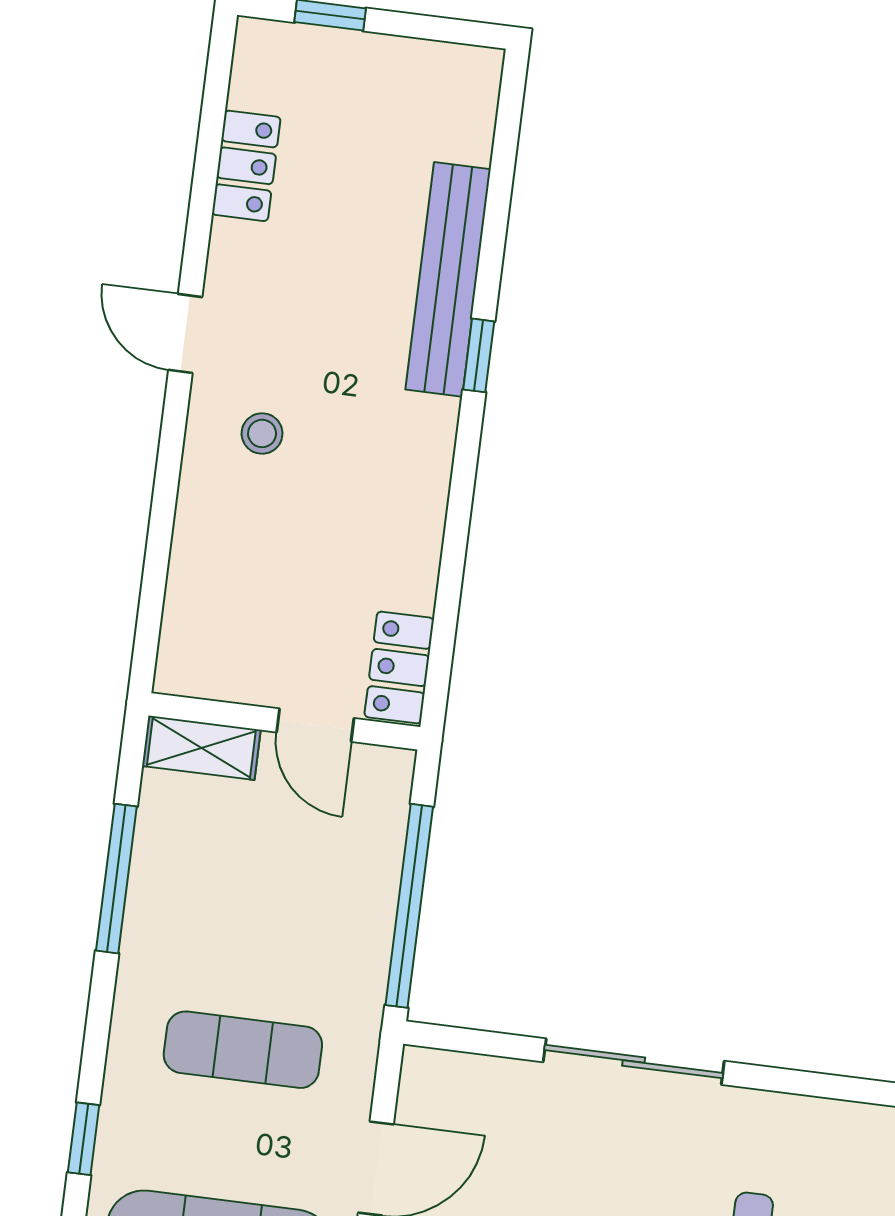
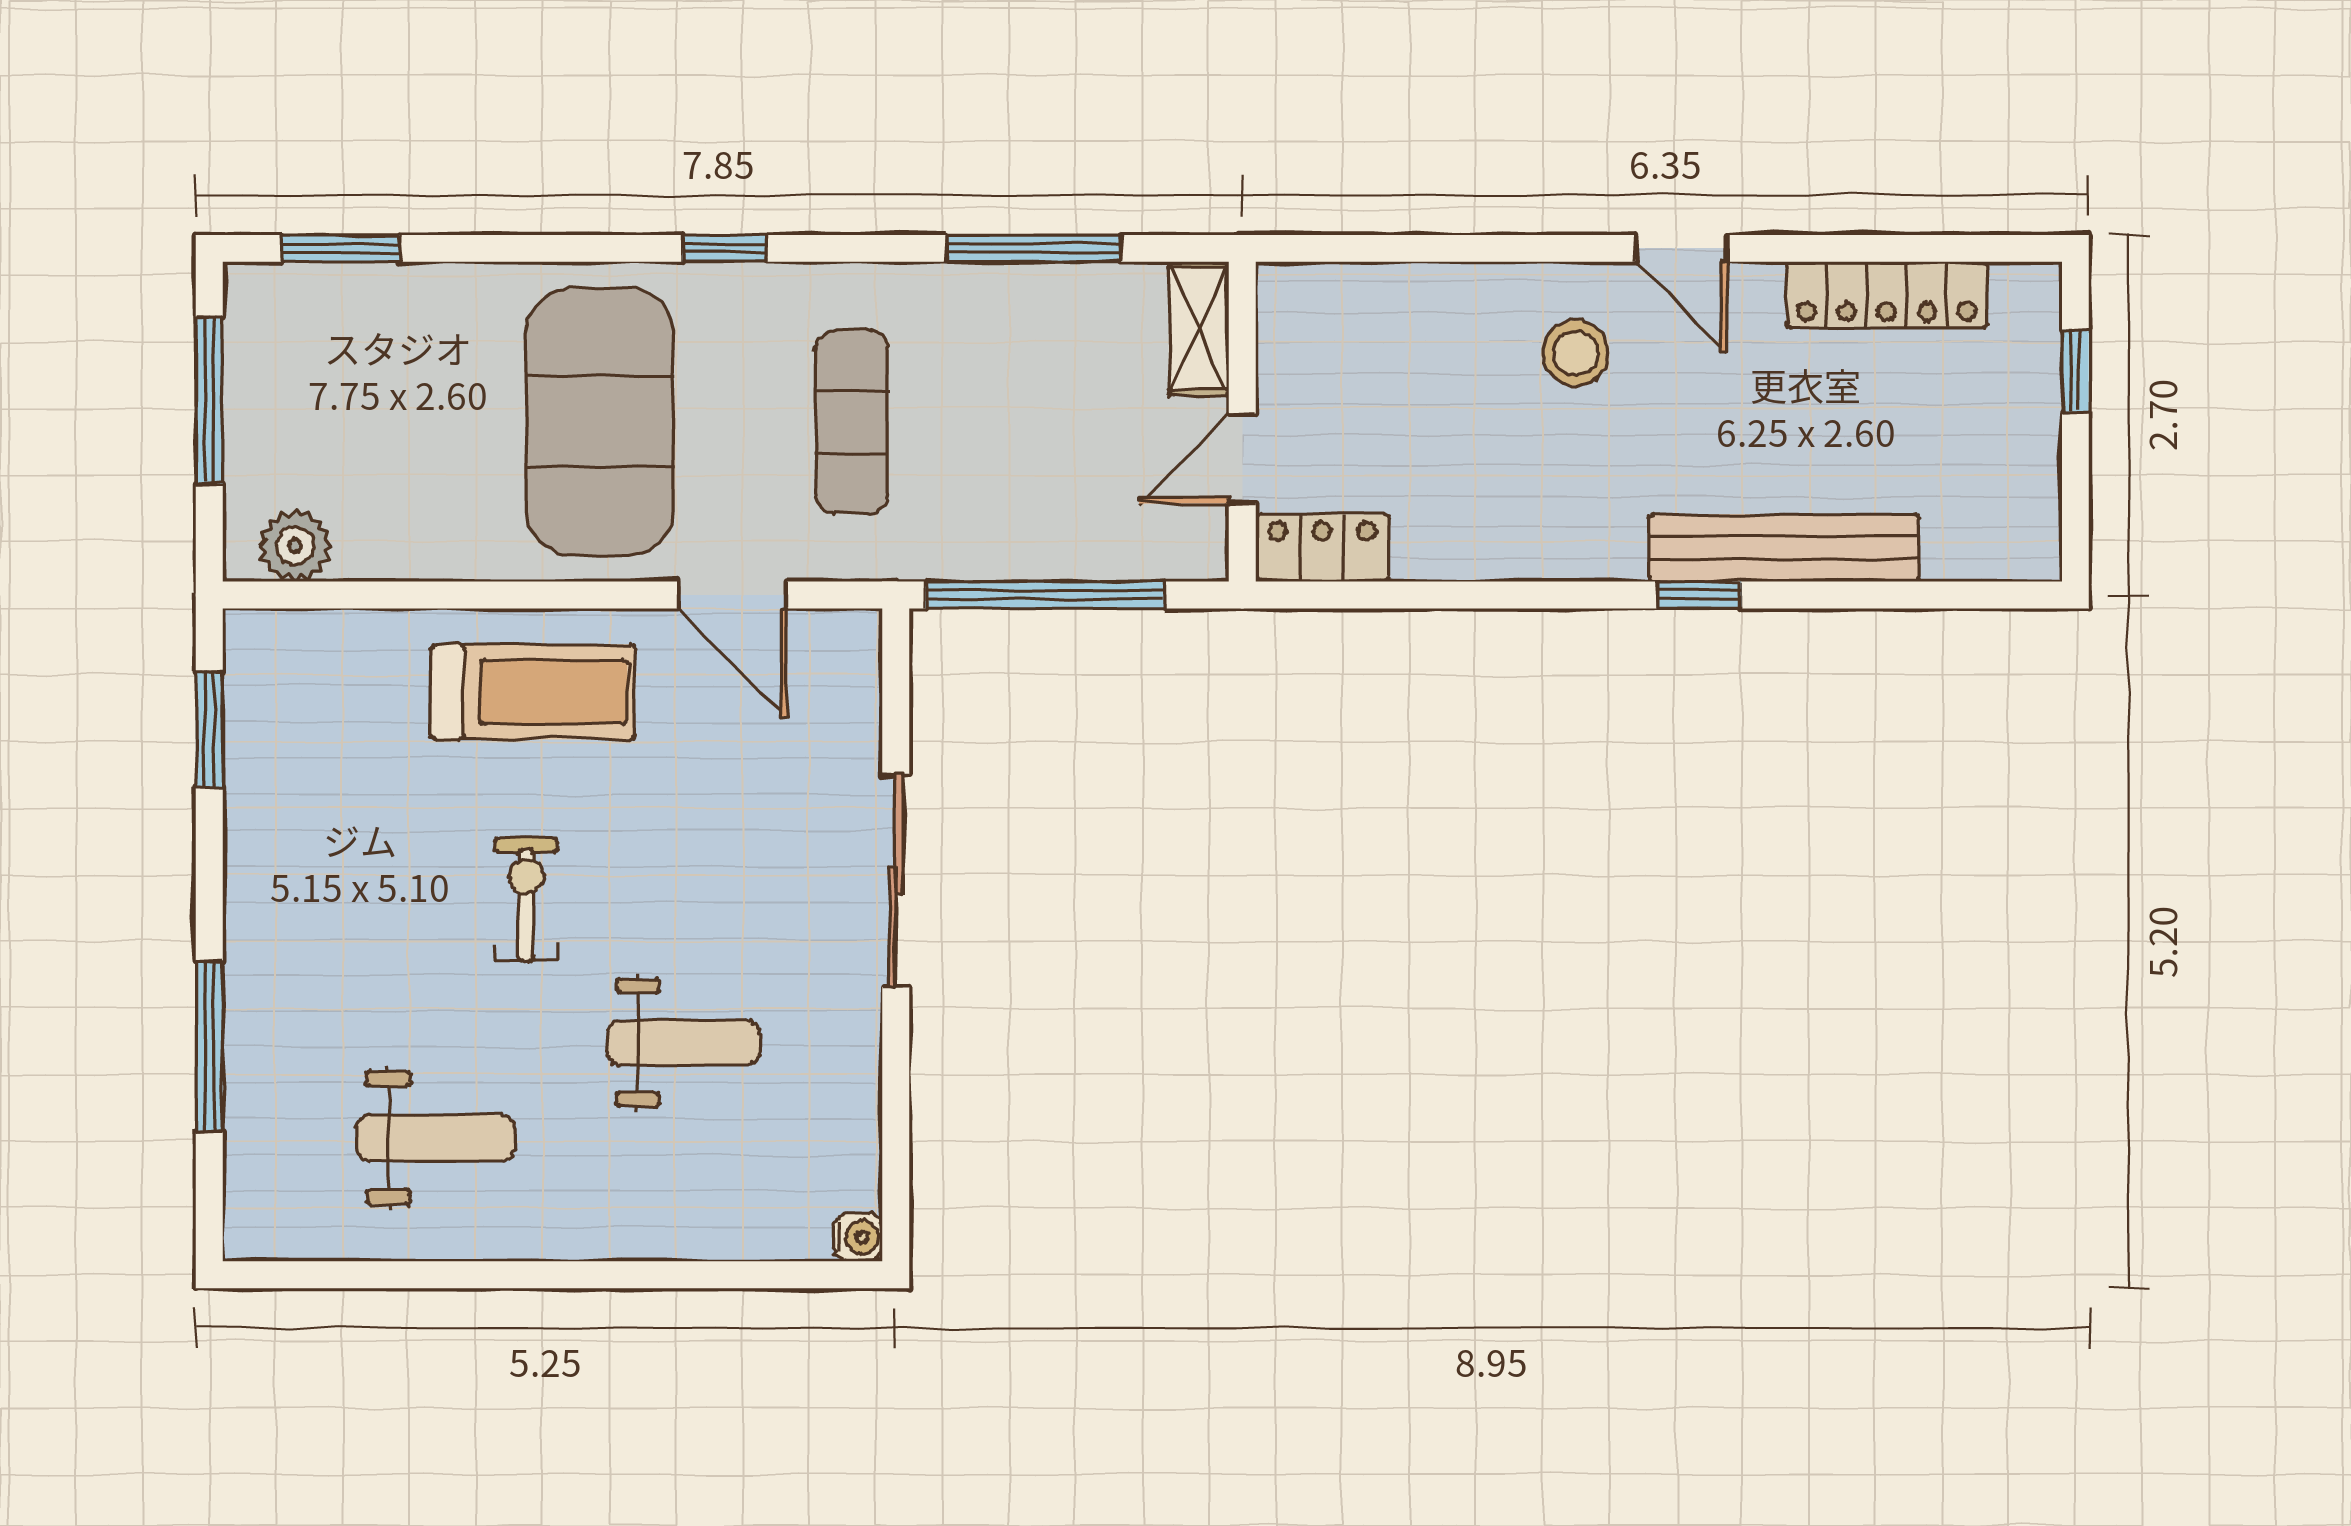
locker: (246, 166) -> (1887, 295), width x1.53
door: (185, 333) -> (1681, 248), swing flipped
stool: (262, 433) -> (1576, 353), width x1.37, depth x1.37

